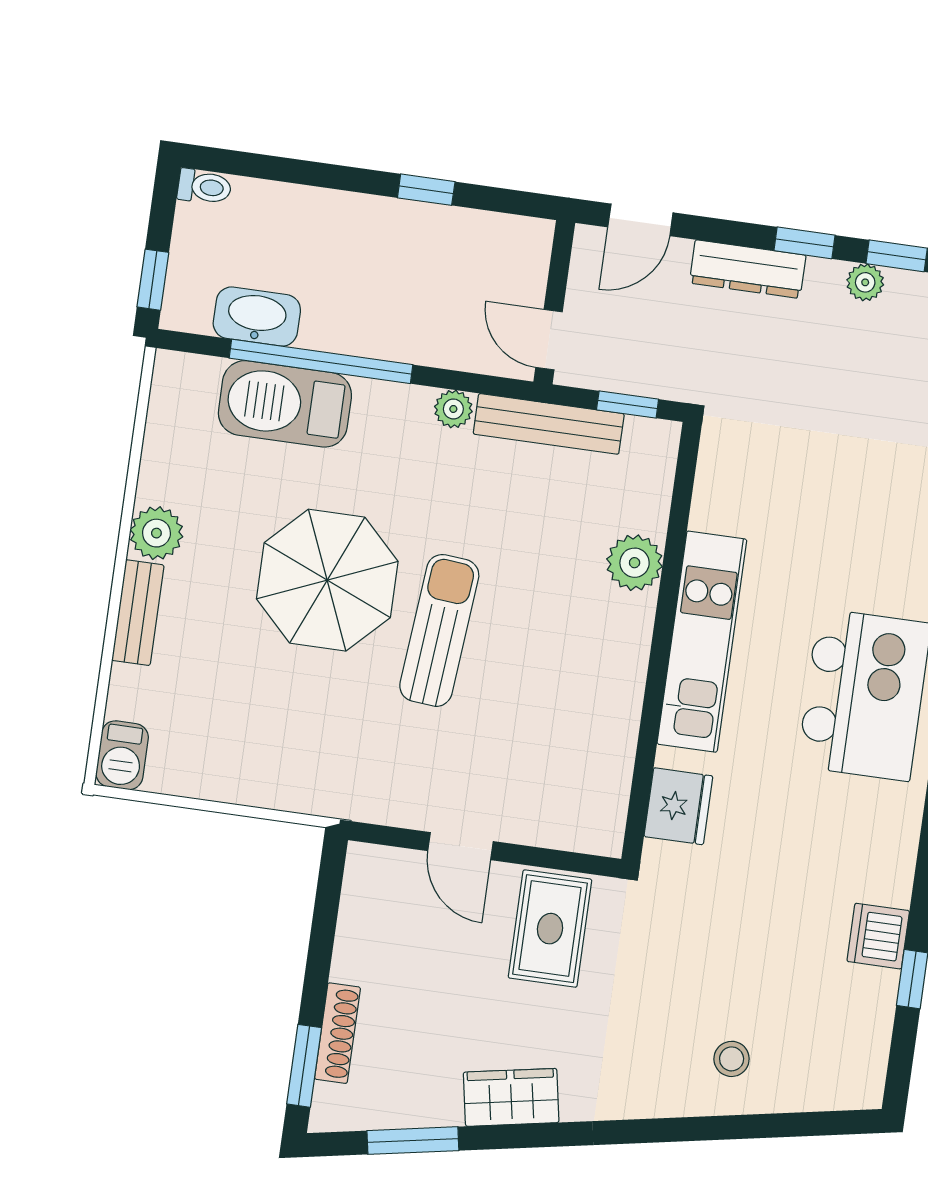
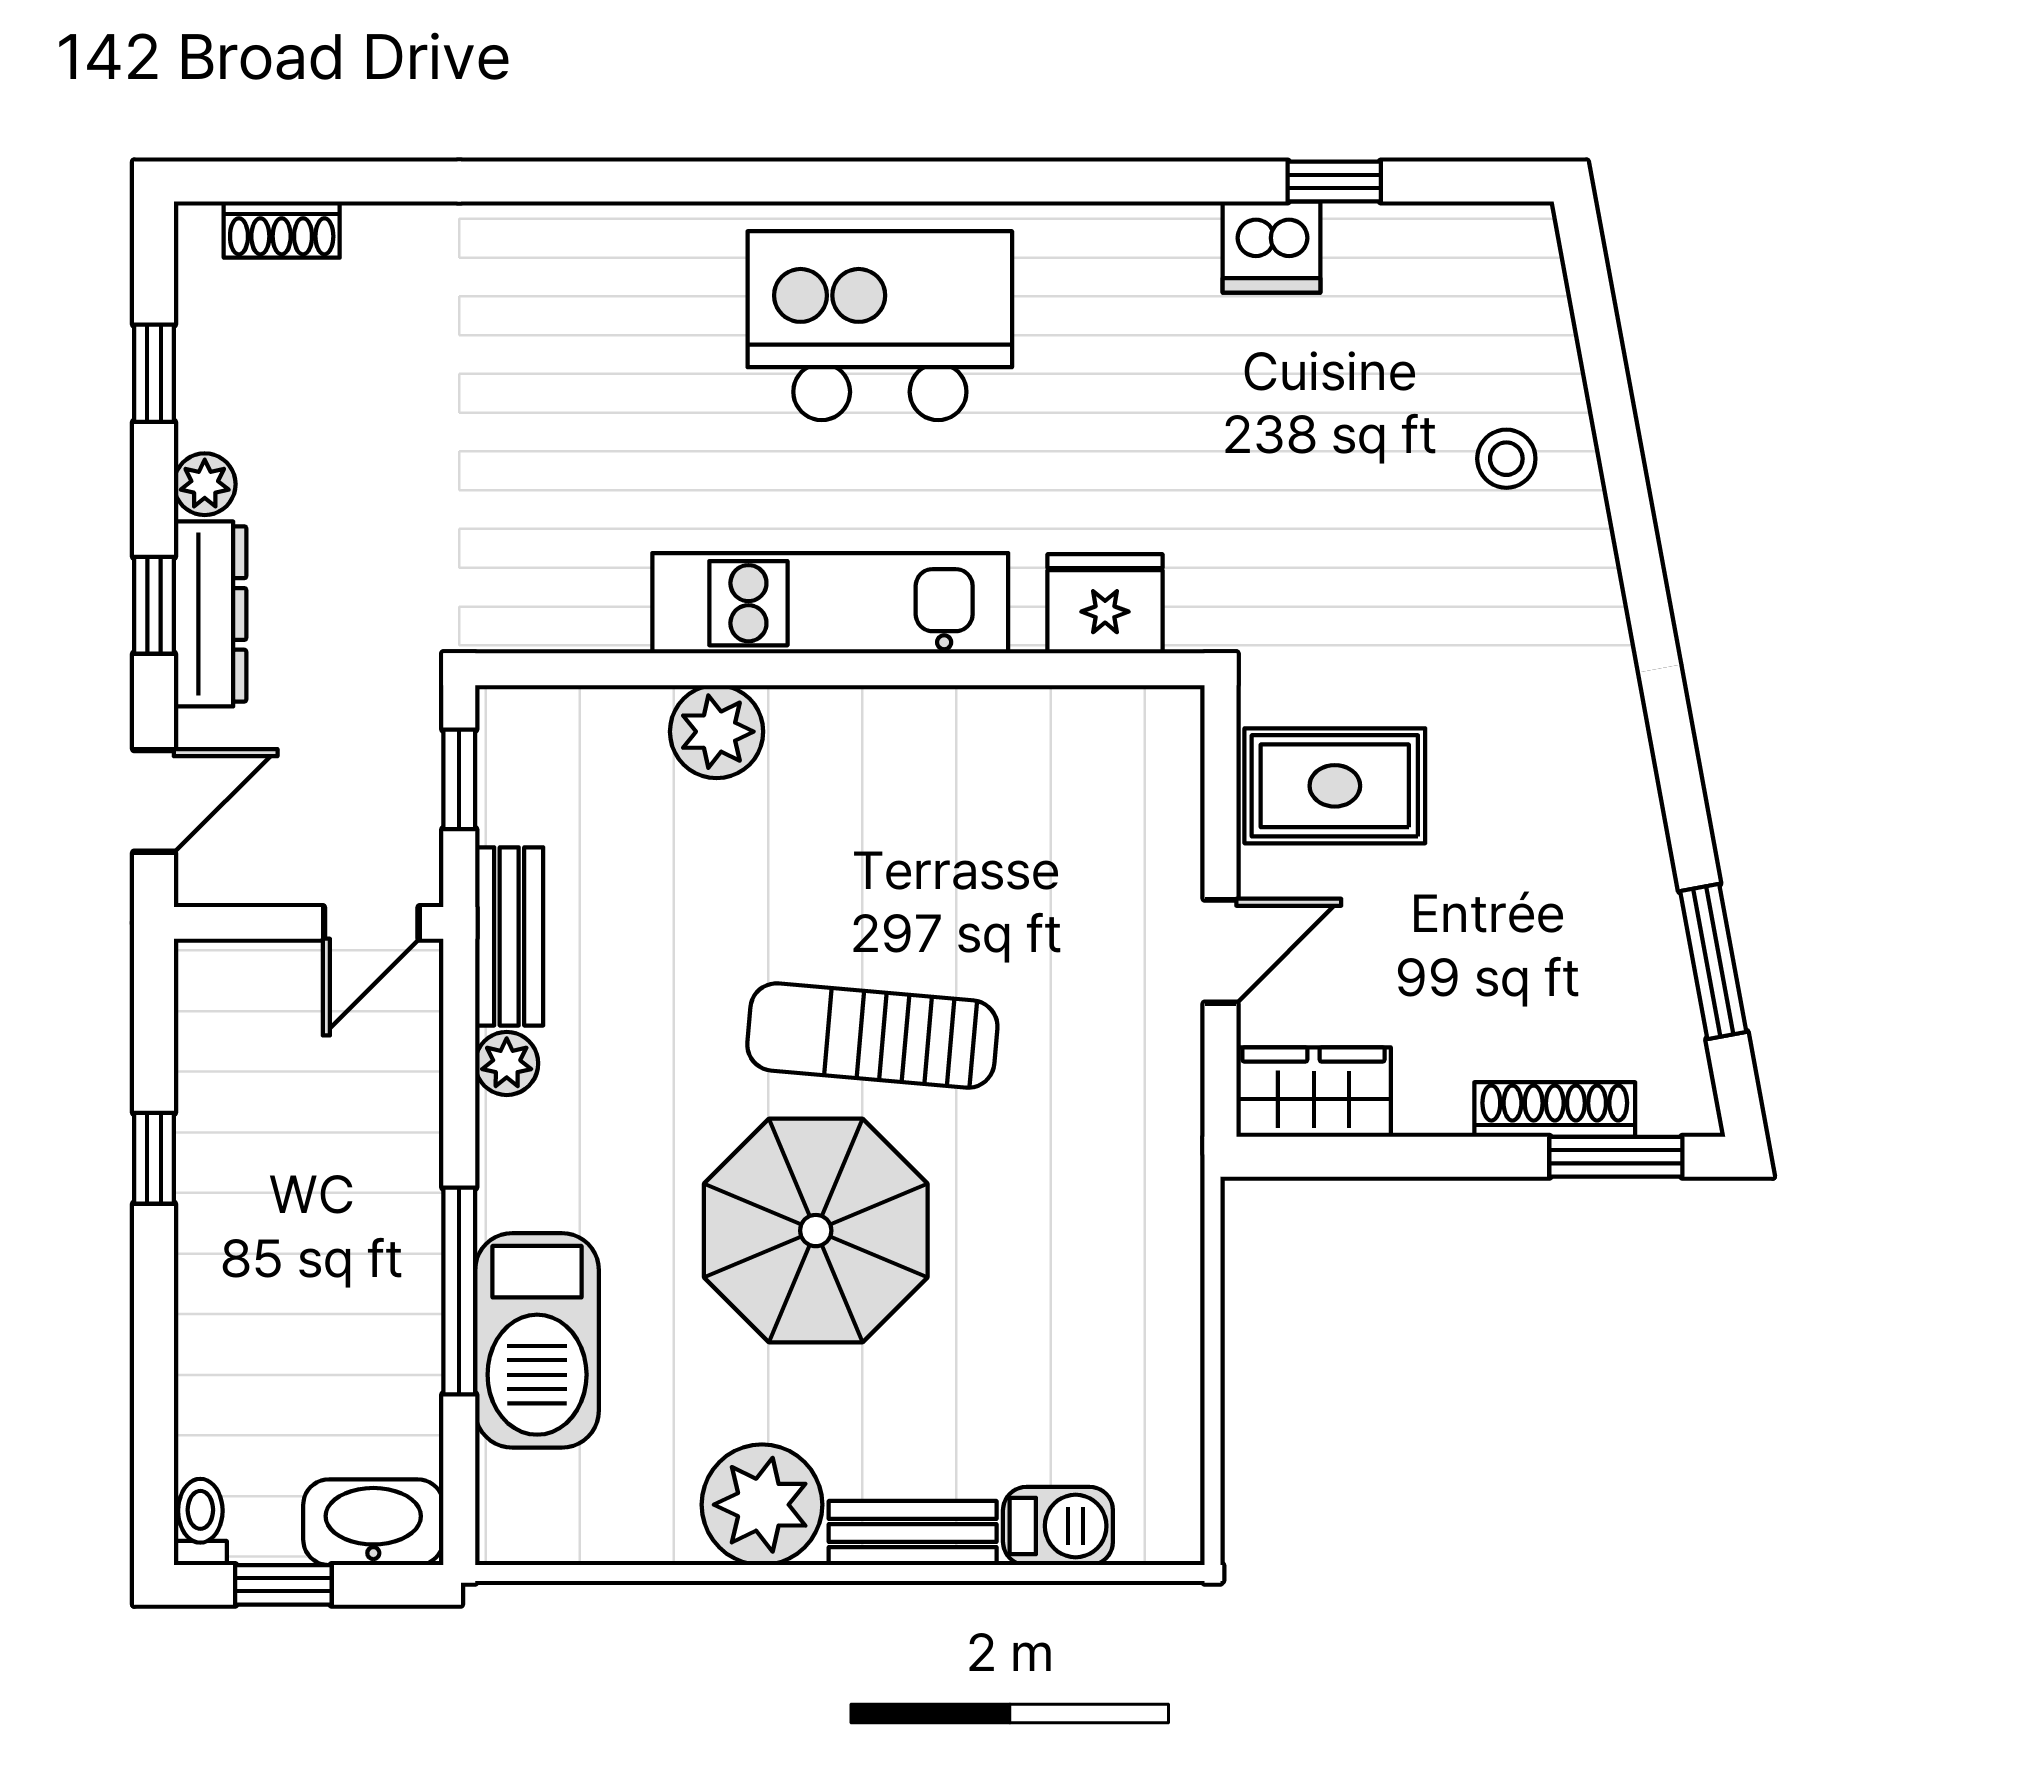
door: (640, 220) -> (154, 801), hinge flipped
window: (805, 243) -> (154, 605), moved
window: (153, 280) -> (283, 1585), moved
plant: (865, 282) -> (205, 484), moved
washbasin: (257, 317) -> (373, 1522), moved, turned 90
window: (321, 361) -> (459, 1291), width x0.68
bench: (549, 424) -> (509, 936), width x0.73
plant: (156, 533) -> (762, 1505), width x1.36, depth x1.36
barbecue: (122, 755) -> (1058, 1526), moved
wardrobe: (511, 1097) -> (1314, 1092), moved, turned 100

